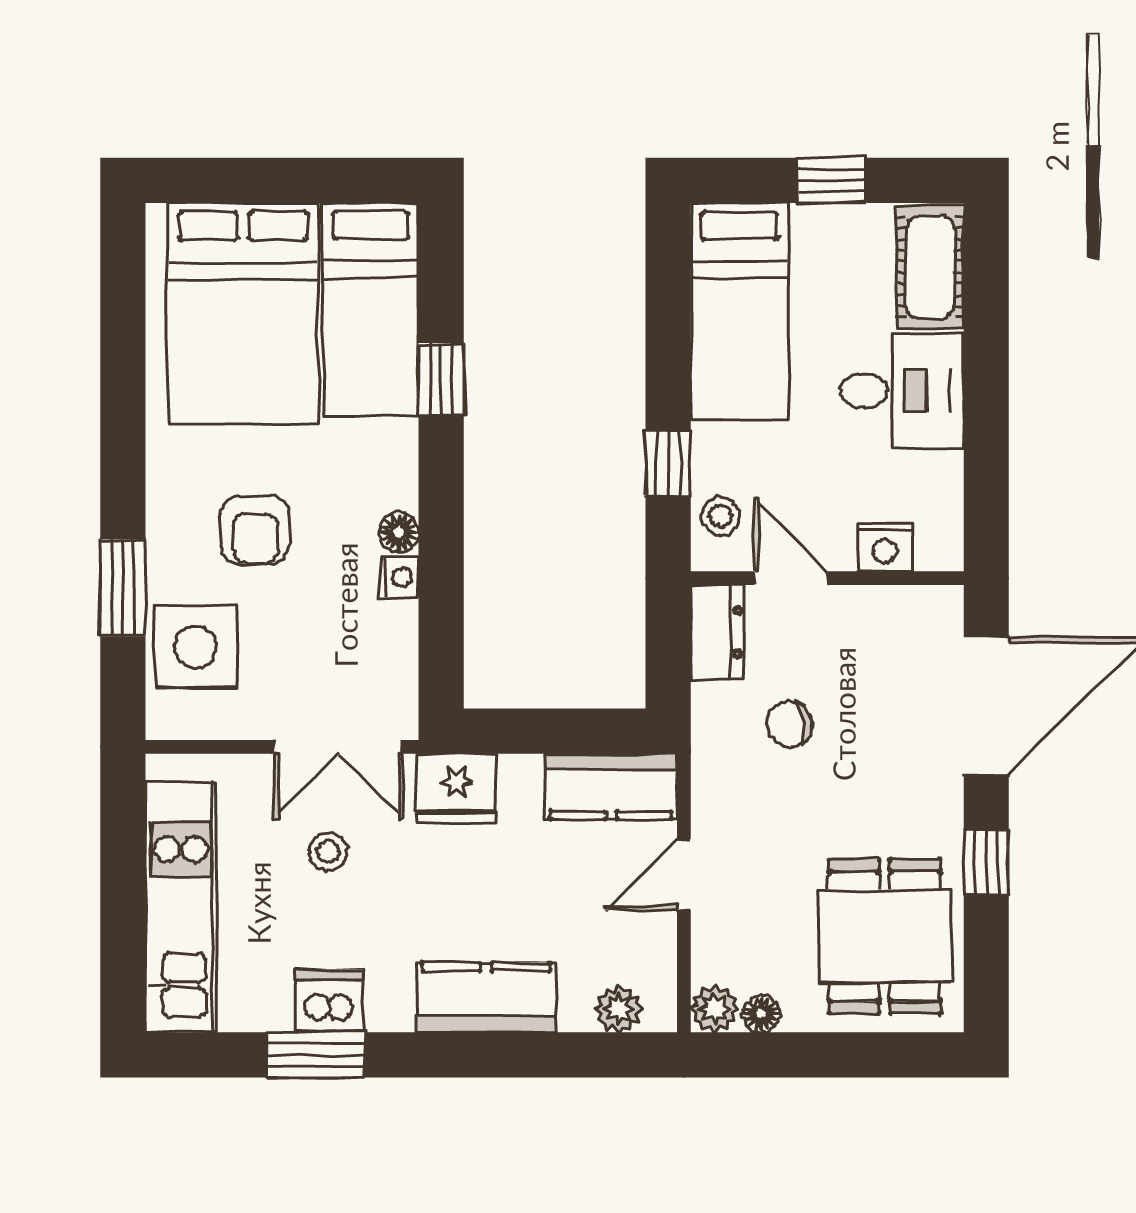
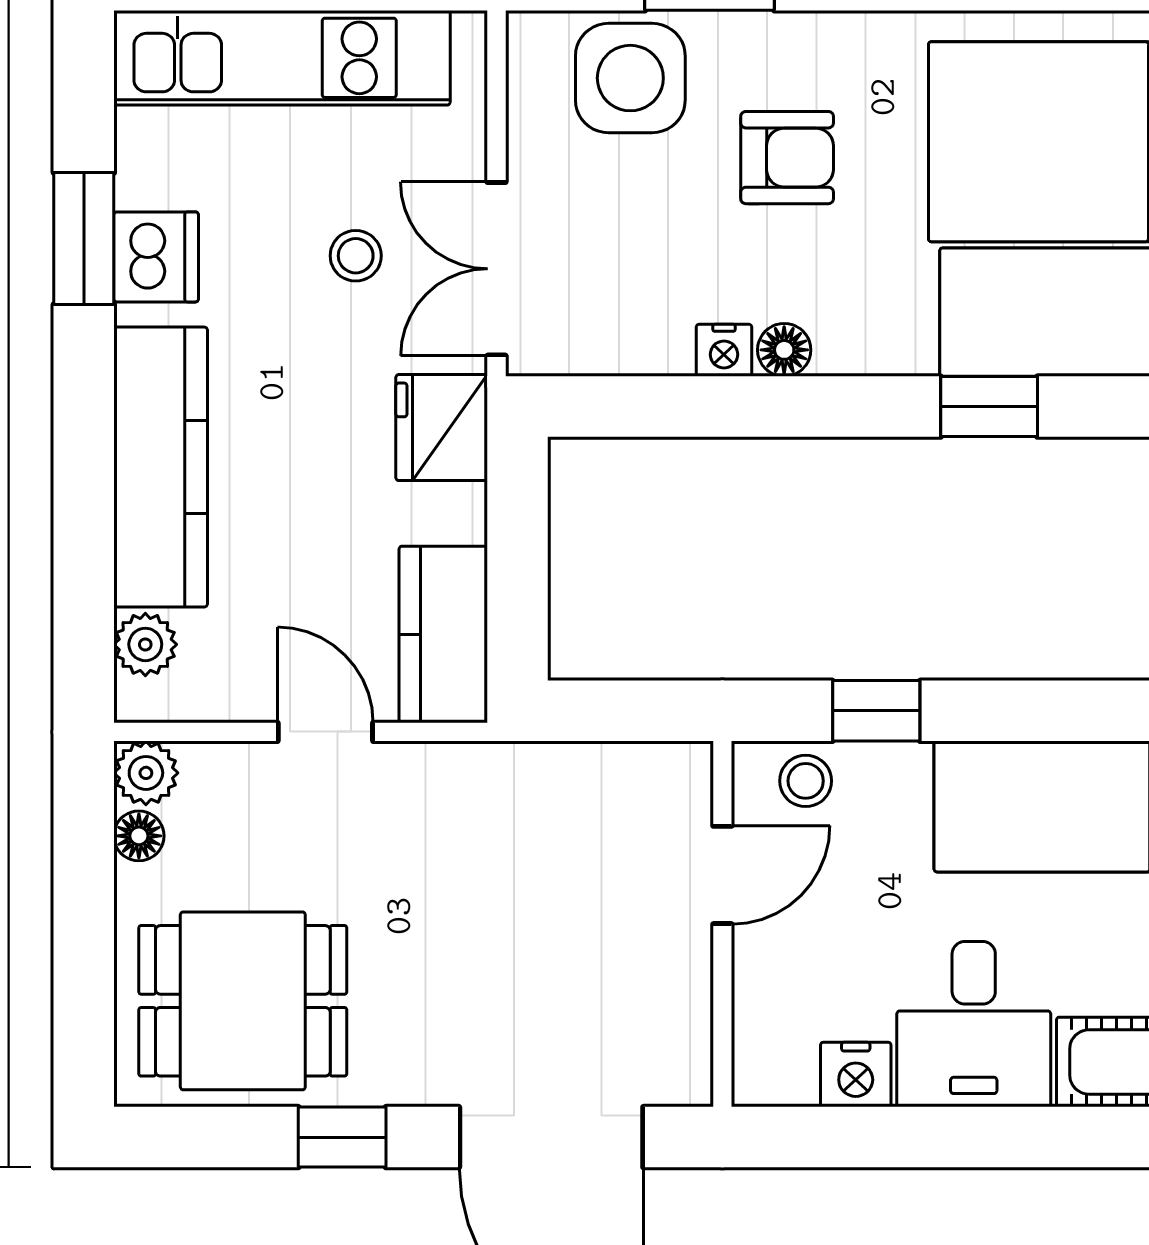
armchair: (255, 530) -> (787, 158), turned 180
nightstand: (885, 547) -> (856, 1075), moved, turned -90
dresser: (717, 632) -> (650, 776), removed
chair: (789, 725) -> (526, 873), removed
kitchen counter: (486, 998) -> (161, 467), width x1.50

